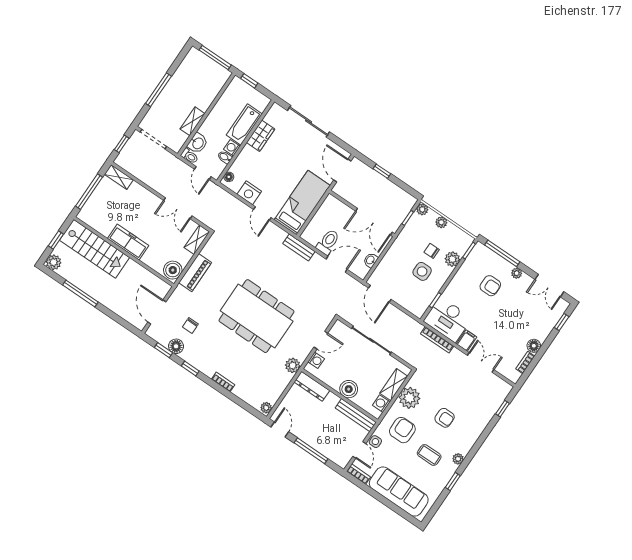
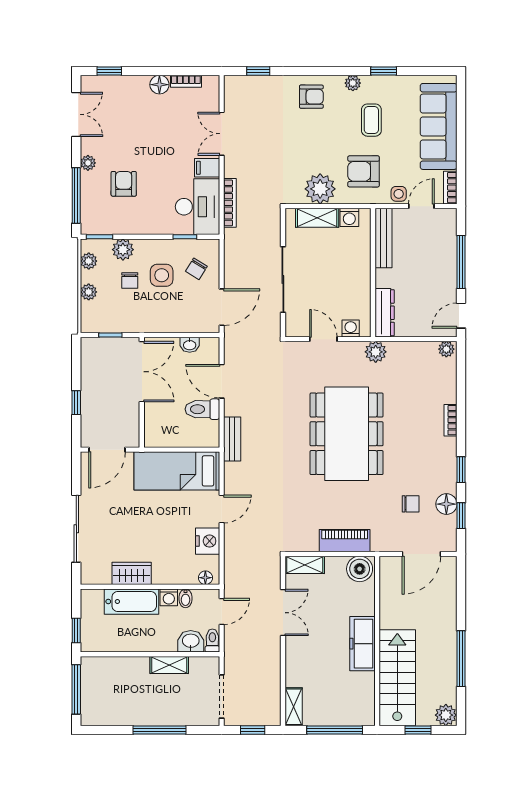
plant: (422, 209) -> (89, 261), moved
chair: (412, 294) -> (196, 269), added
boiler: (349, 389) -> (358, 267), removed
armchair: (445, 418) -> (311, 97), moved, turned 90

